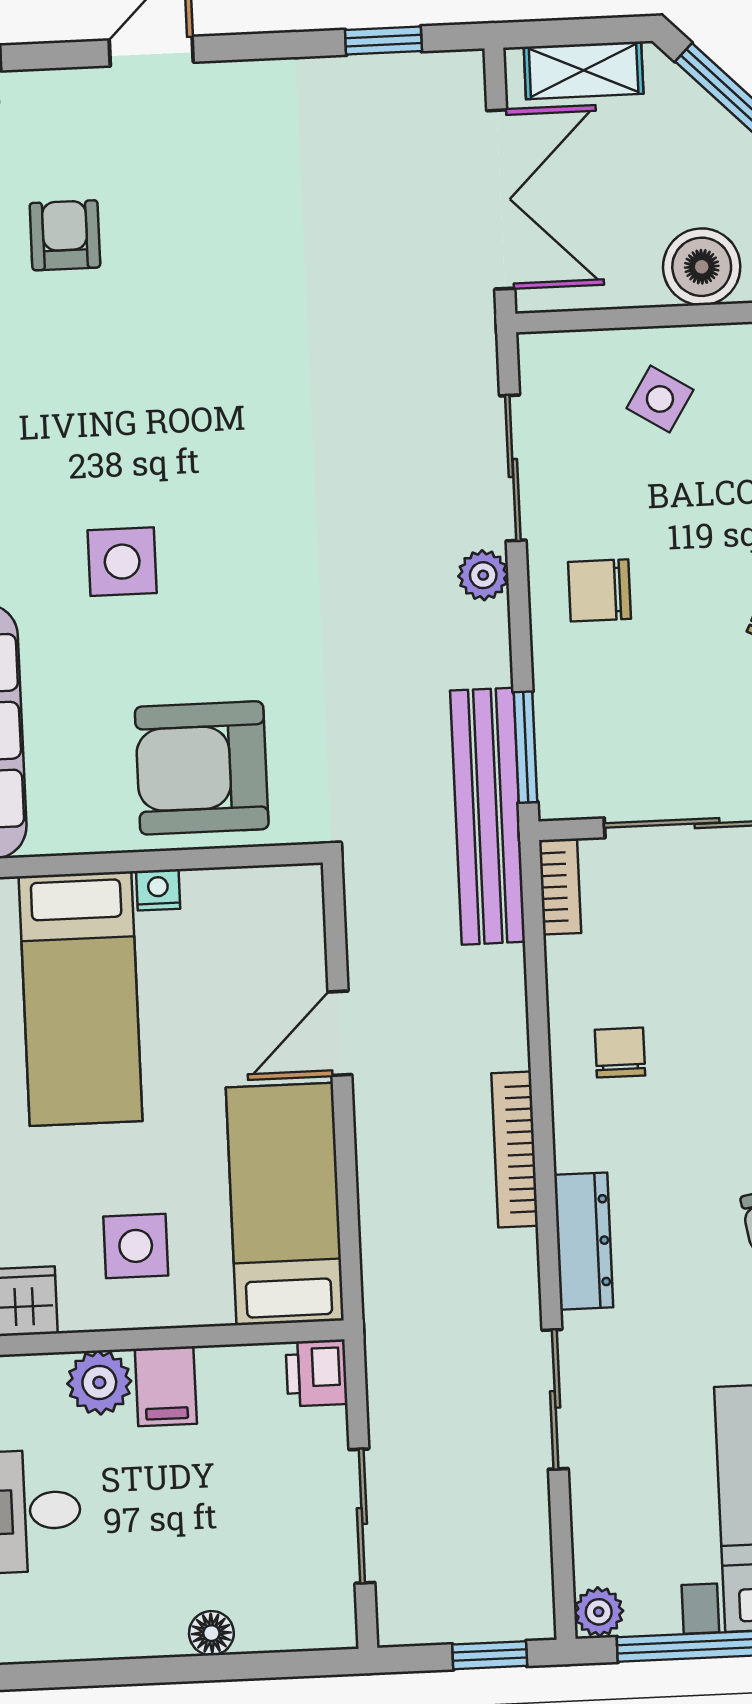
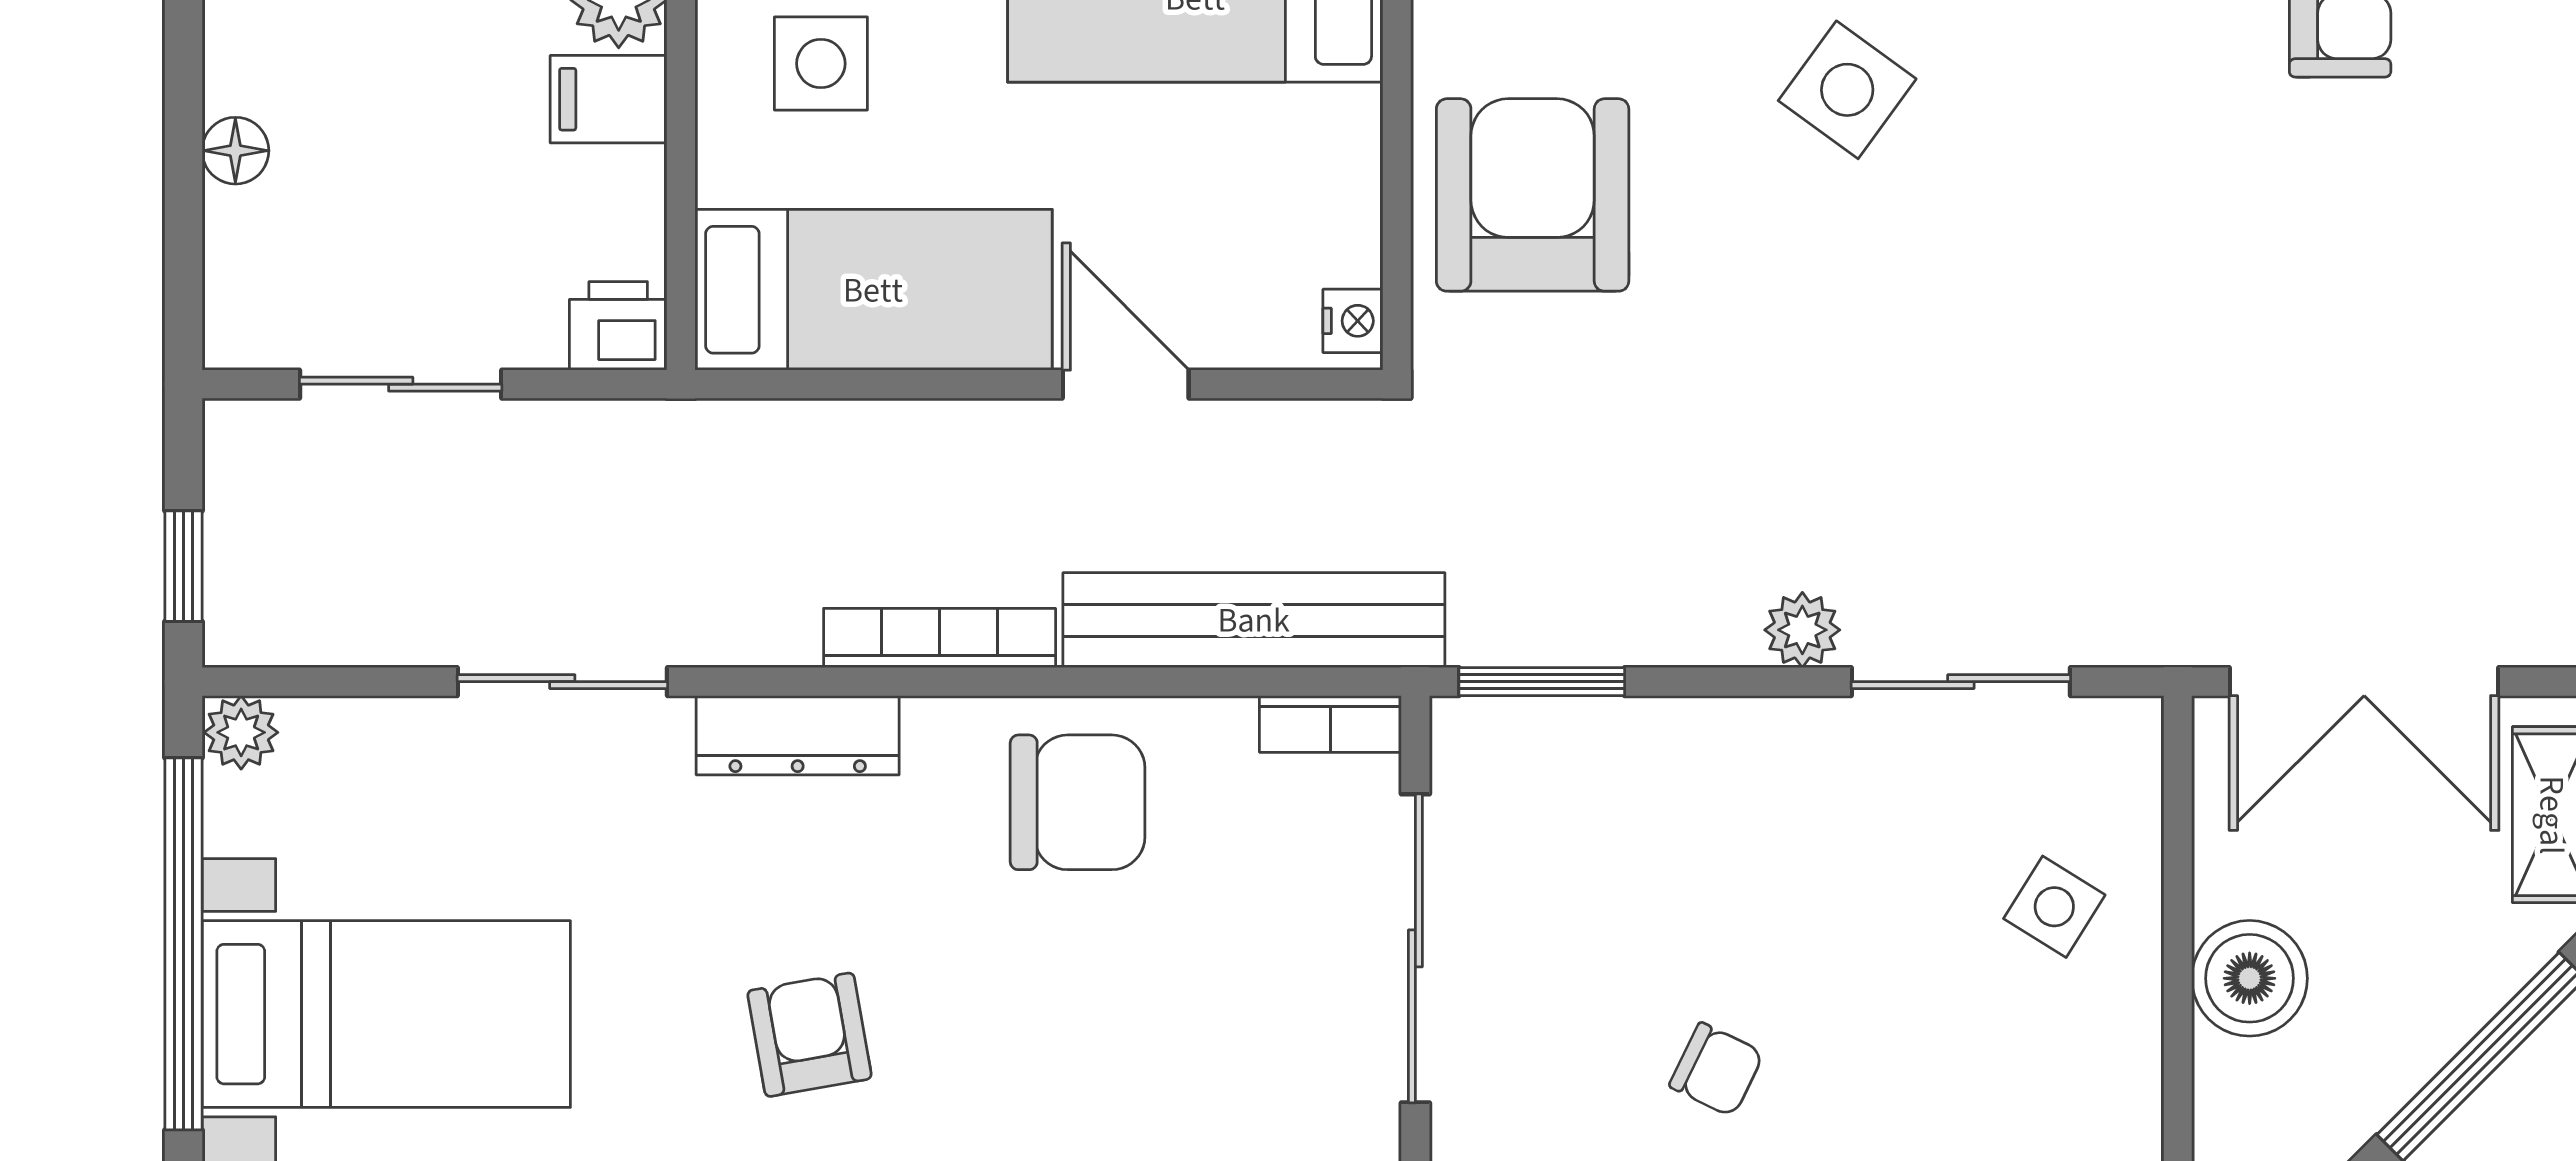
side table: (122, 562) -> (1847, 90), turned 36
chair: (600, 590) -> (1772, 803), removed
bench: (488, 816) -> (1254, 620), moved
nightstand: (158, 890) -> (1353, 321), moved
chair: (620, 1053) -> (1078, 802), width x1.87, depth x1.87

